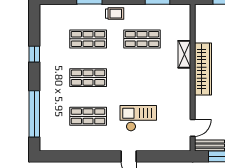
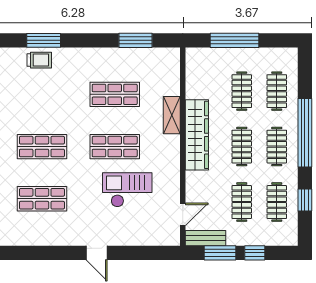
trolley: (115, 14) -> (39, 60), moved
shop shelf: (88, 39) -> (115, 147), moved
checkout: (138, 118) -> (127, 190), moved

